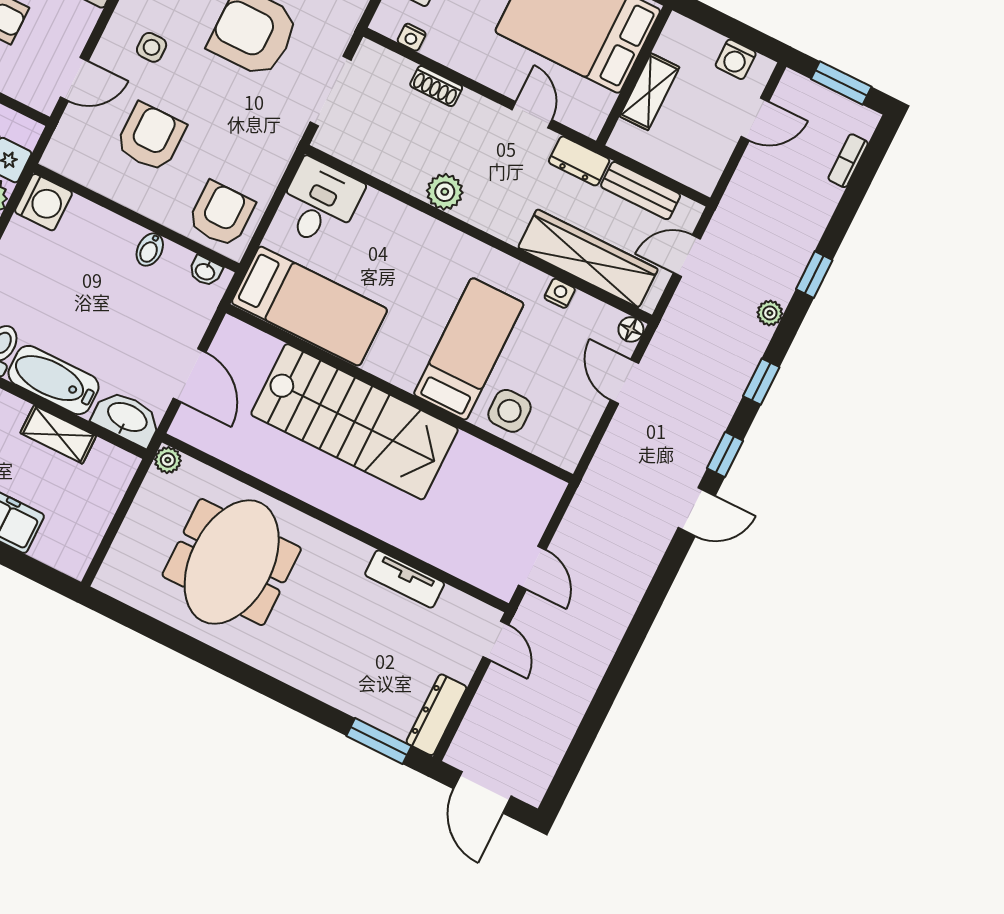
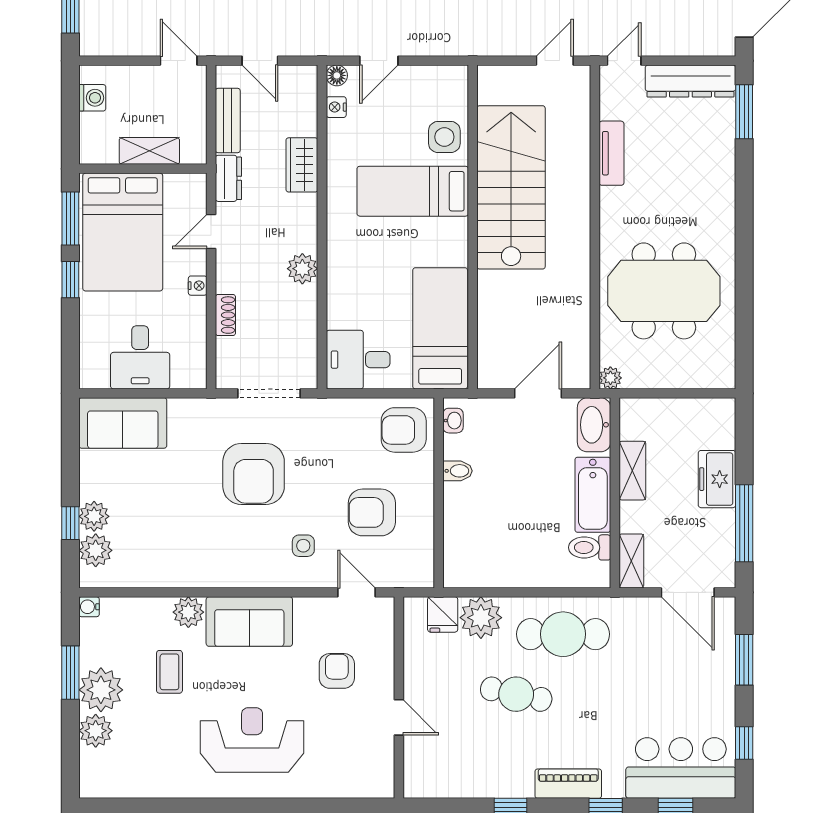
nightstand: (412, 37) -> (198, 286), moved
door: (755, 119) -> (179, 61), moved
washing machine: (43, 202) -> (462, 569), removed
wardrobe: (588, 258) -> (302, 165), width x0.48, depth x0.85
nightstand: (560, 293) -> (336, 107), moved
stairs: (355, 422) -> (511, 187), moved
dresser: (436, 715) -> (691, 81), width x1.37, depth x1.24

